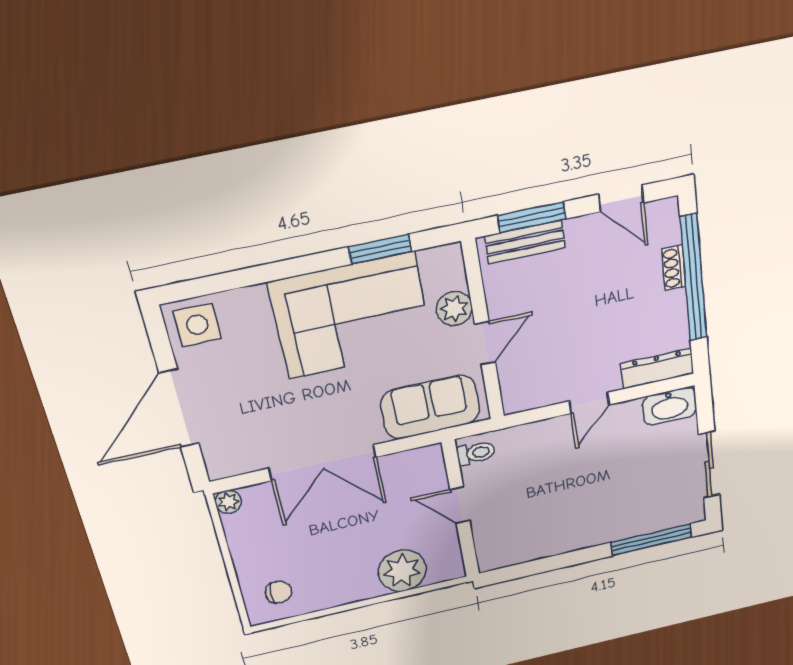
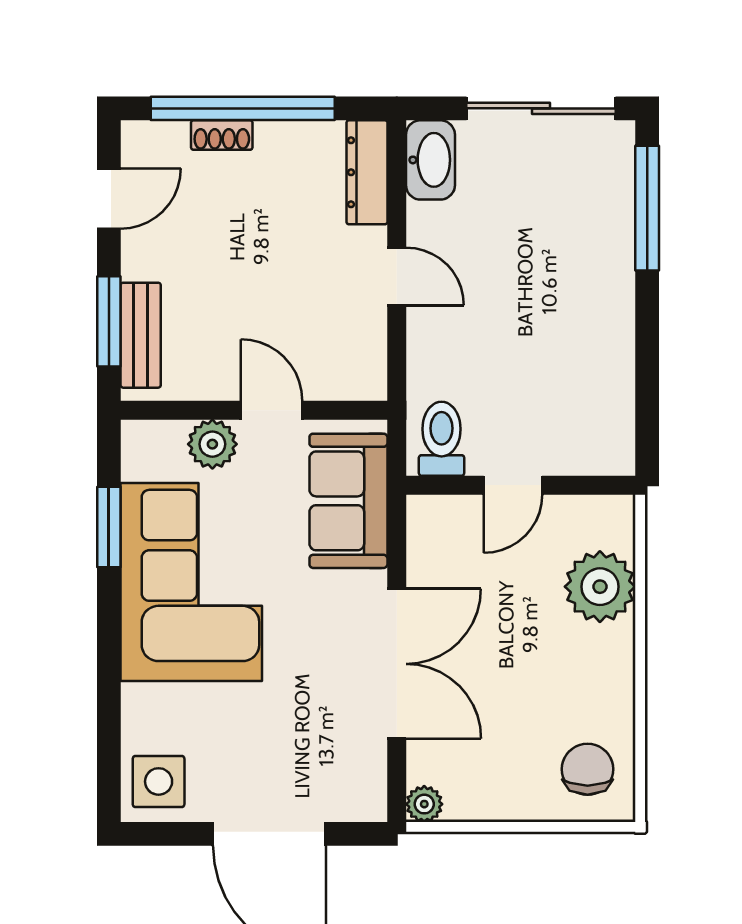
toilet: (476, 453) -> (442, 439), width x1.37, depth x1.39
sliding door: (709, 465) -> (541, 108), width x1.37
chair: (279, 592) -> (588, 769), width x1.37, depth x1.37

